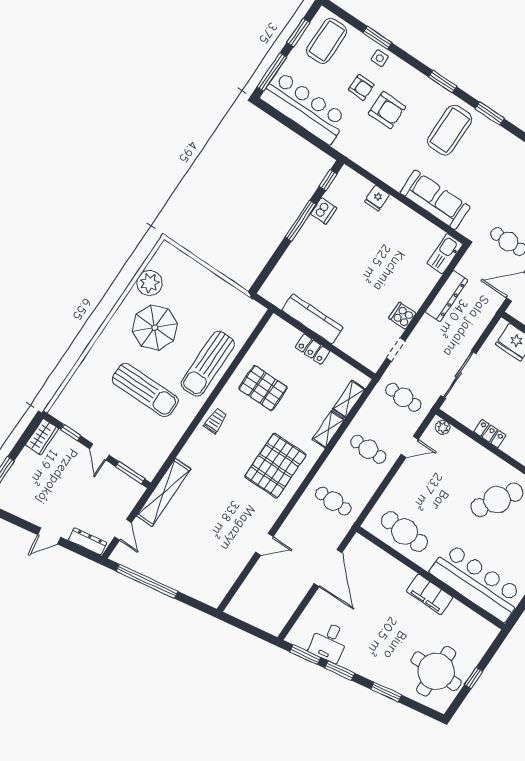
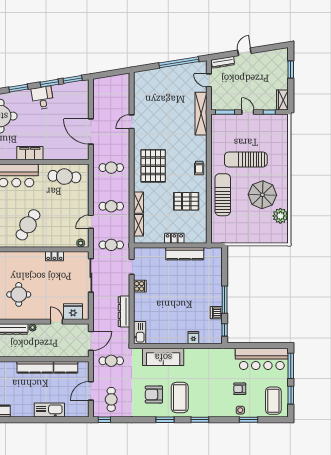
armchair: (387, 110) -> (154, 394), moved
desk: (329, 642) -> (42, 98), moved

